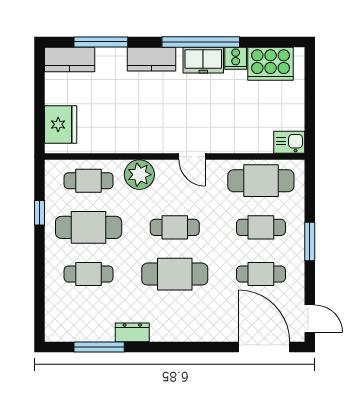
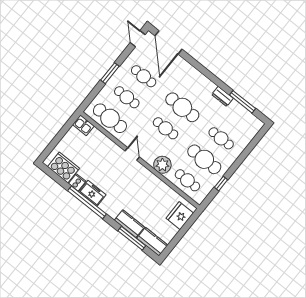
kitchen counter: (151, 59) -> (129, 224), moved

